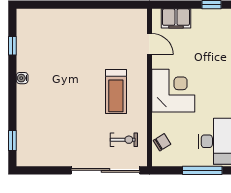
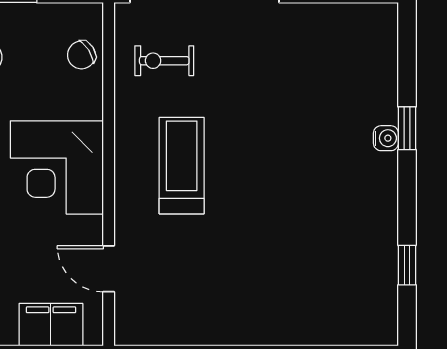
water cooler: (22, 78) -> (386, 138), moved
window: (12, 141) -> (407, 128), moved

